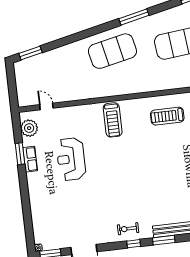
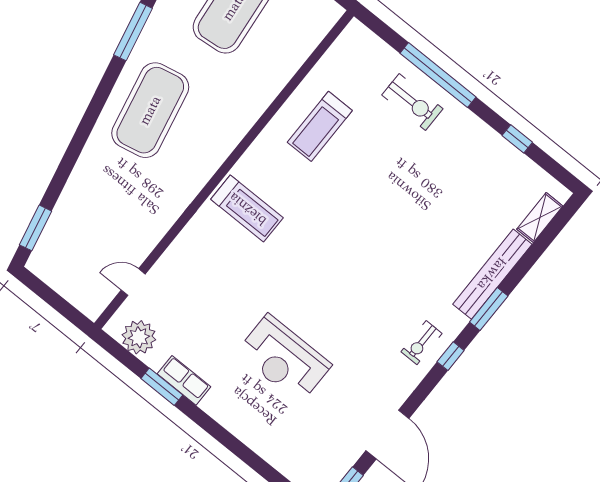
reception desk: (71, 159) -> (284, 359), moved

